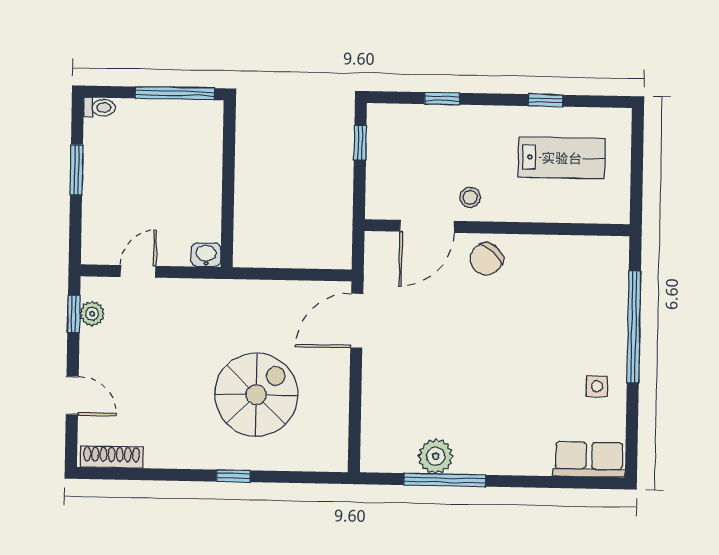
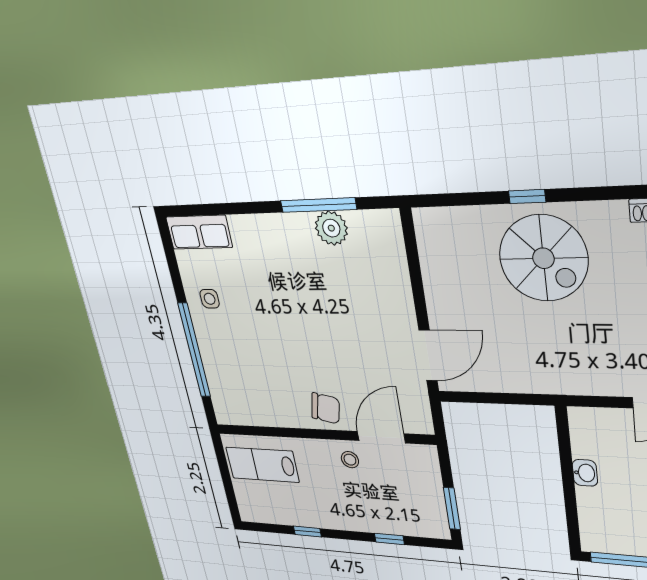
window: (360, 143) -> (452, 509), width x1.50
lab bench: (562, 158) -> (262, 465), moved
washbasin: (206, 255) -> (585, 473), moved, turned -90
chair: (486, 259) -> (326, 408), turned 60
spiral stairs: (256, 395) -> (543, 258), moved, turned -90

